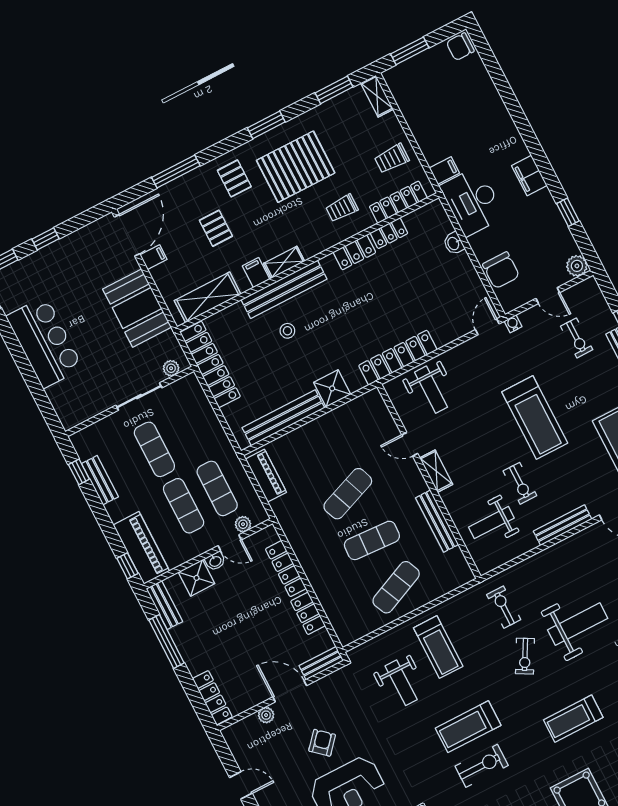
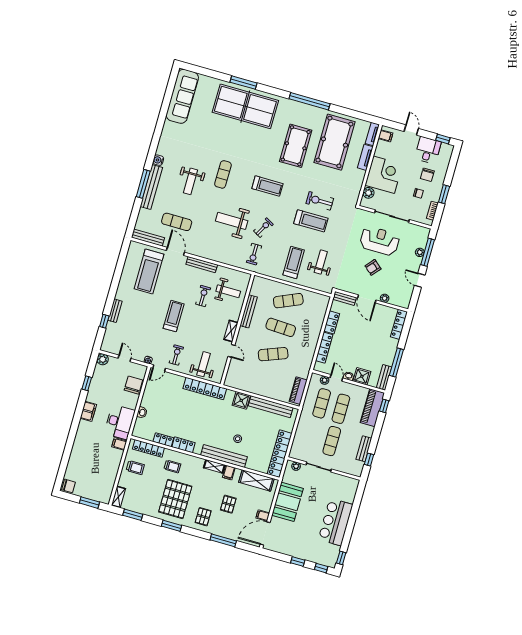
pallet: (296, 167) -> (175, 499), turned 90
exercise bike: (577, 338) -> (176, 355), moved
treadmill: (535, 418) -> (174, 316), width x0.73, depth x0.73

